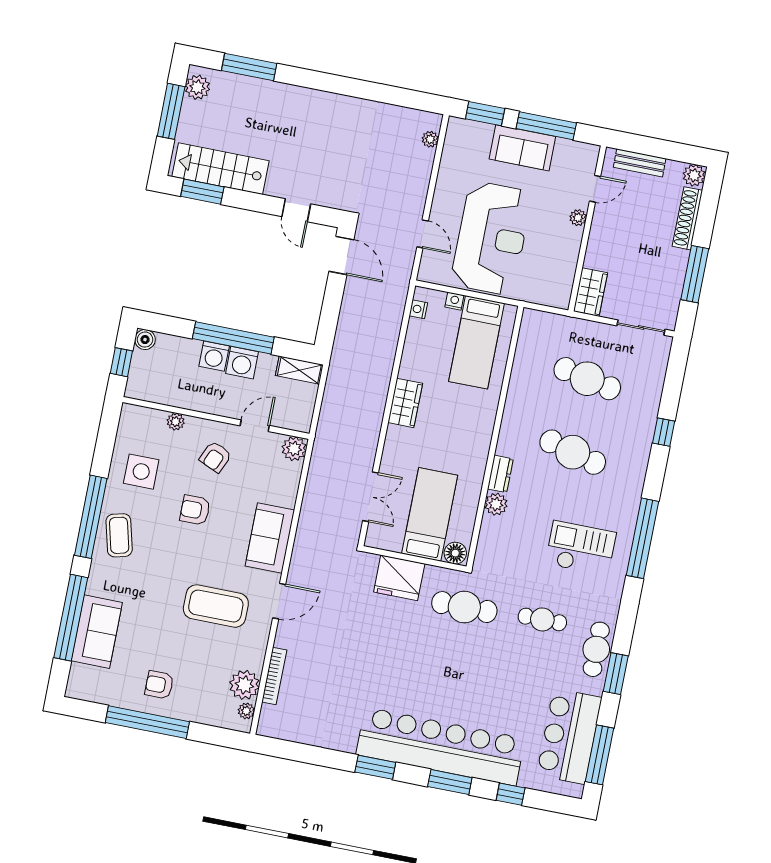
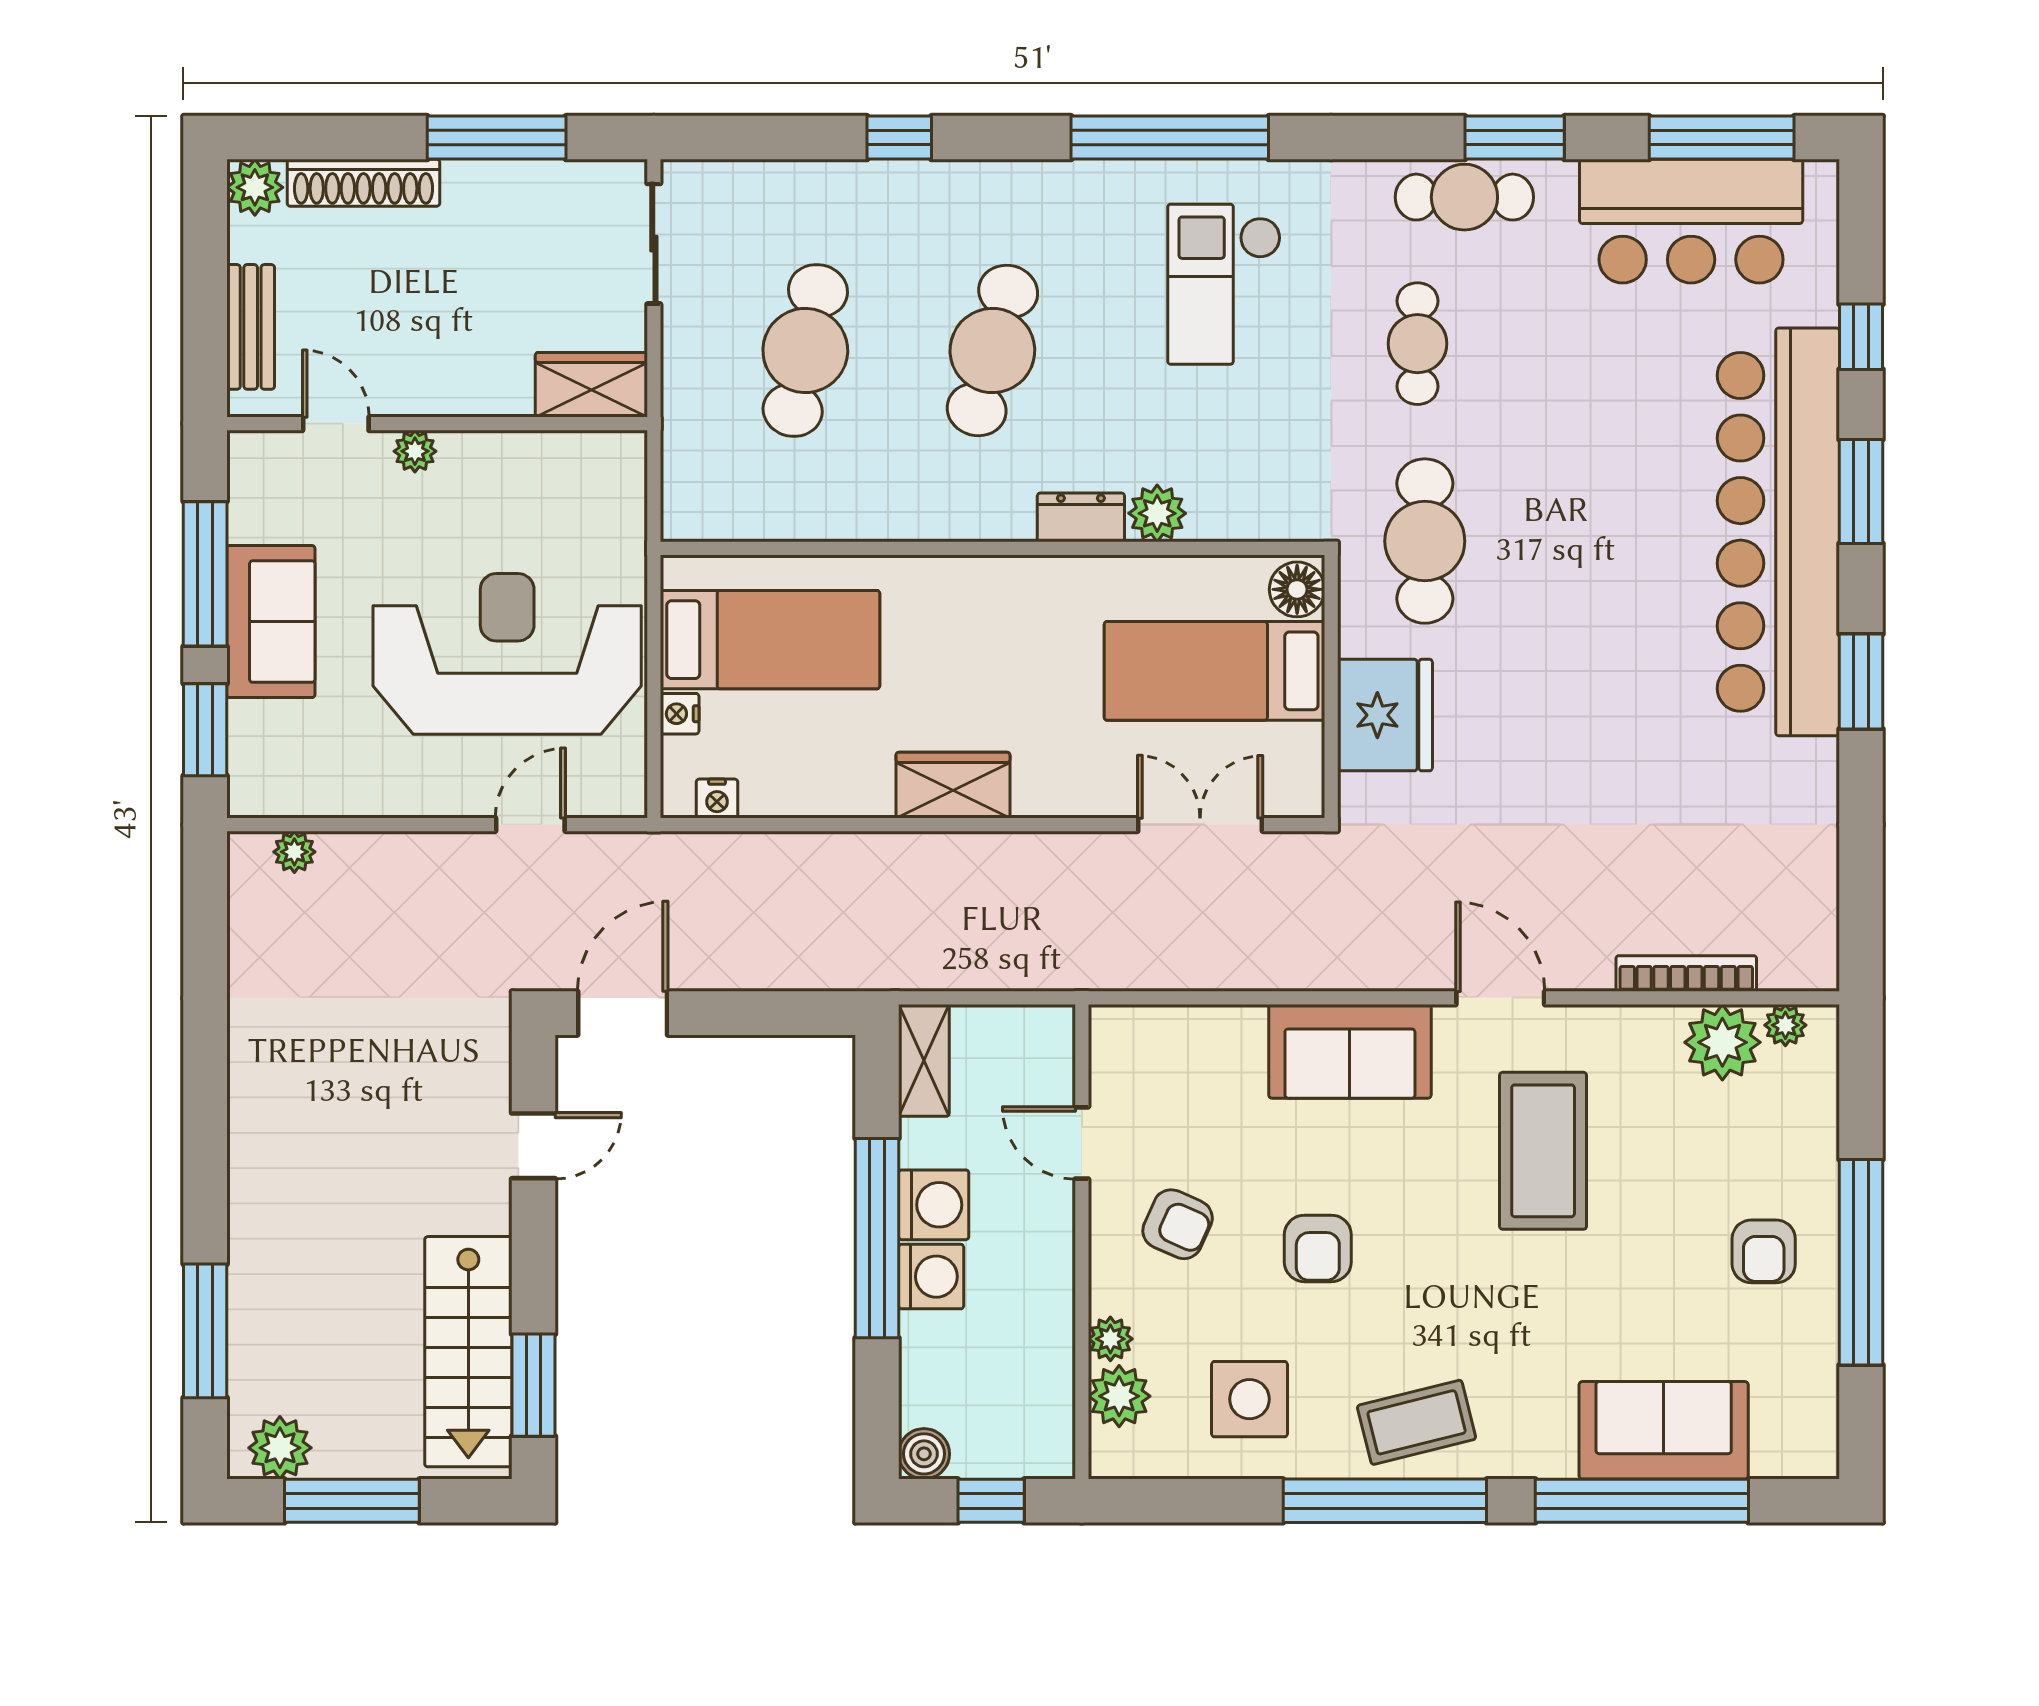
plant: (294, 449) -> (1119, 1396), moved

